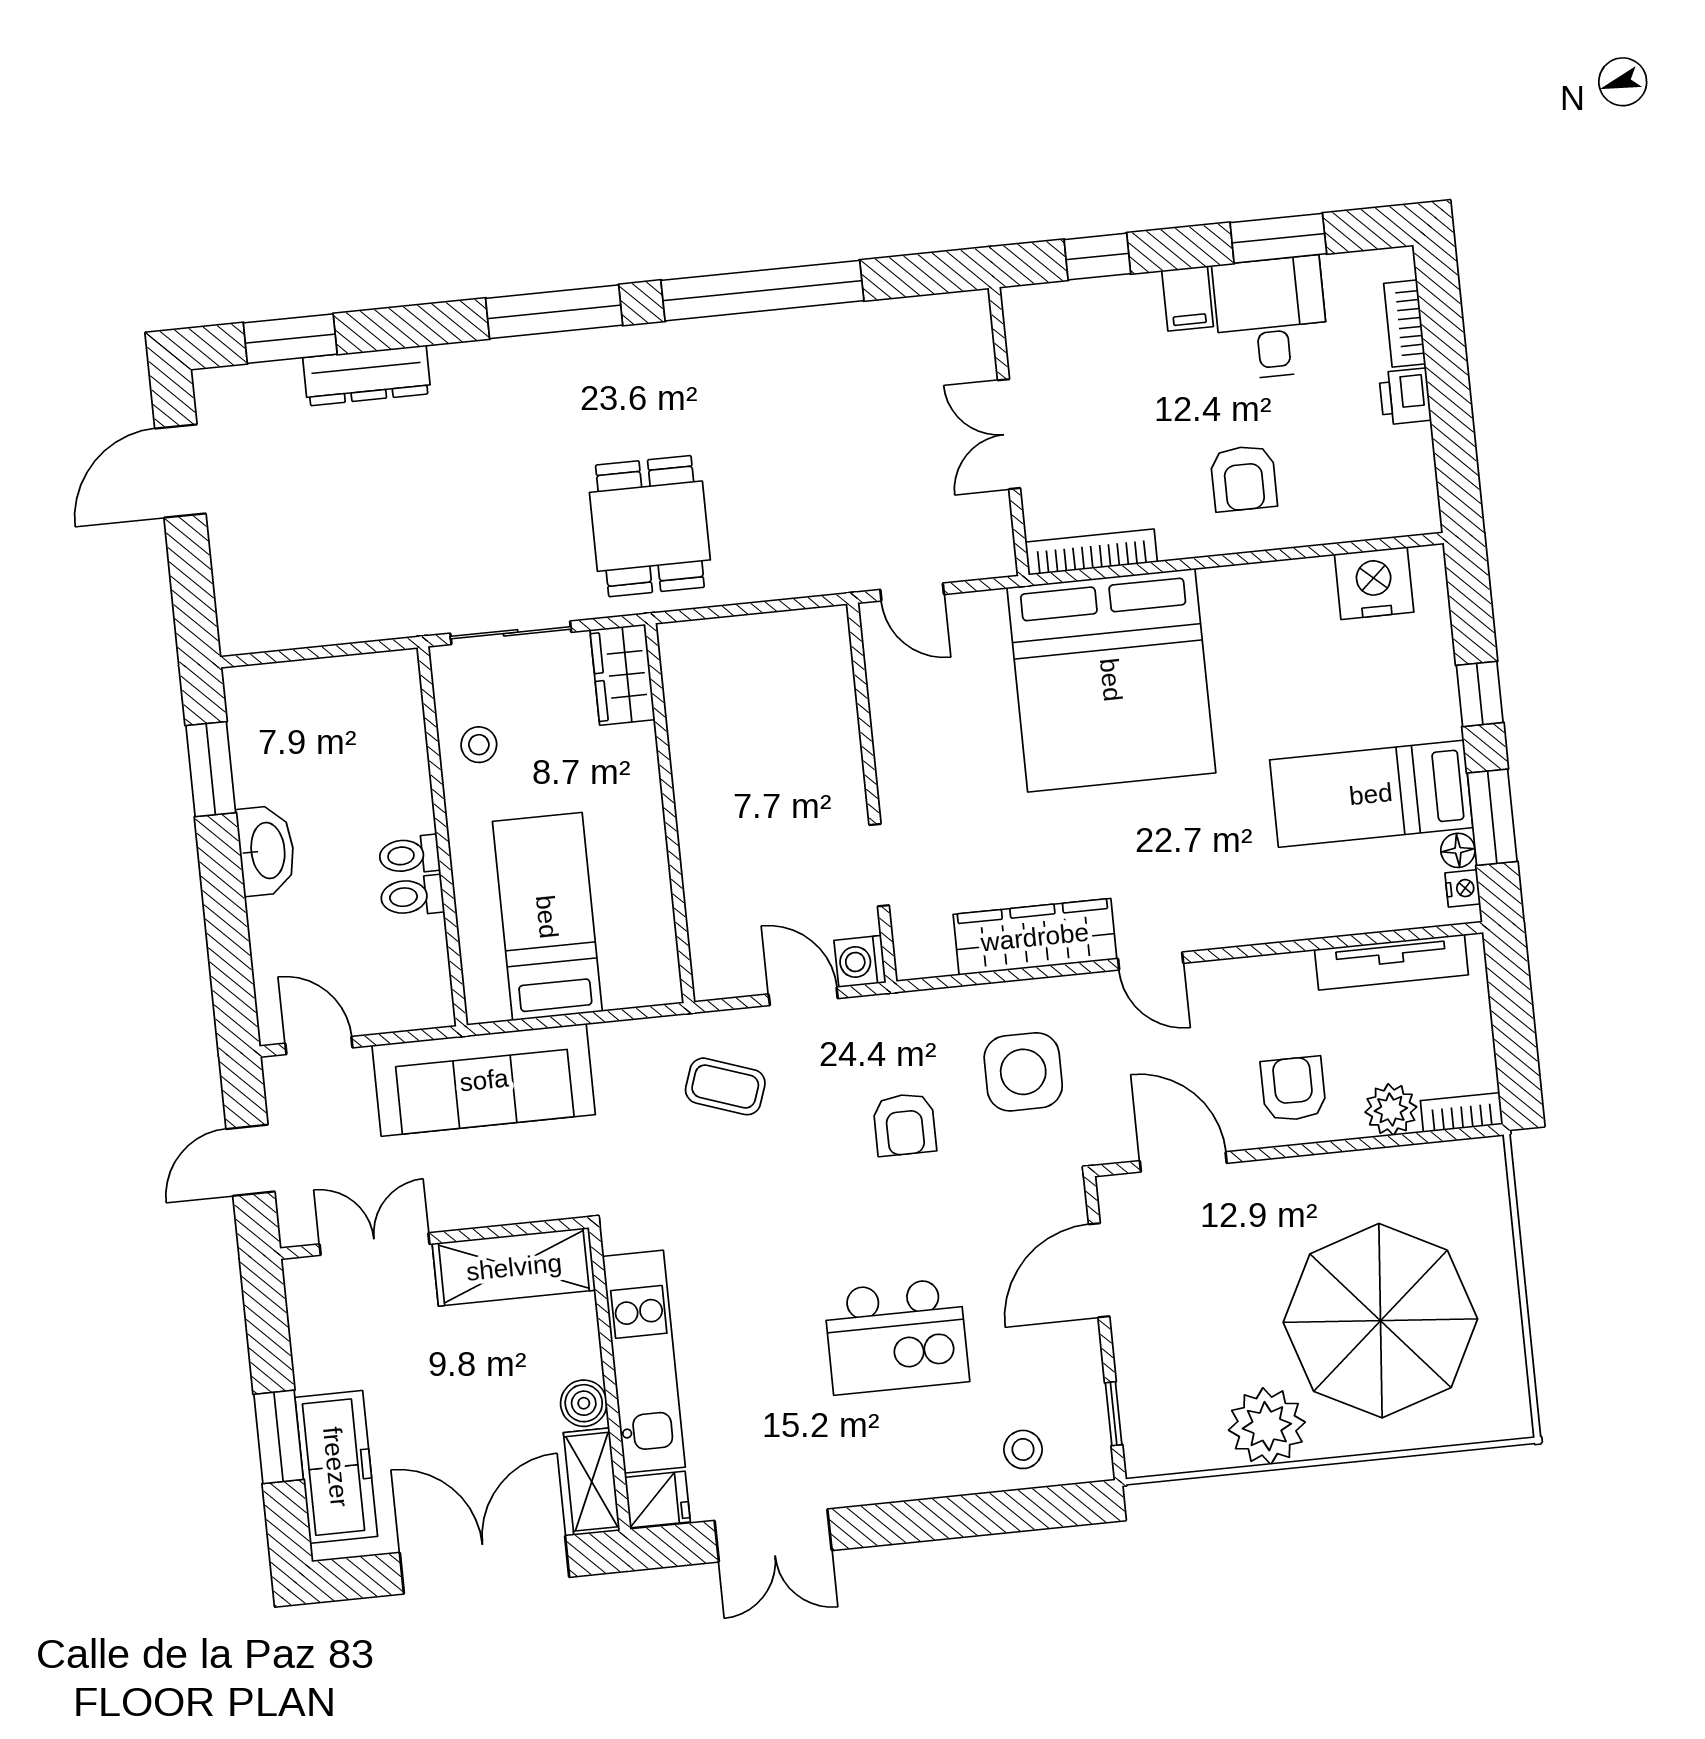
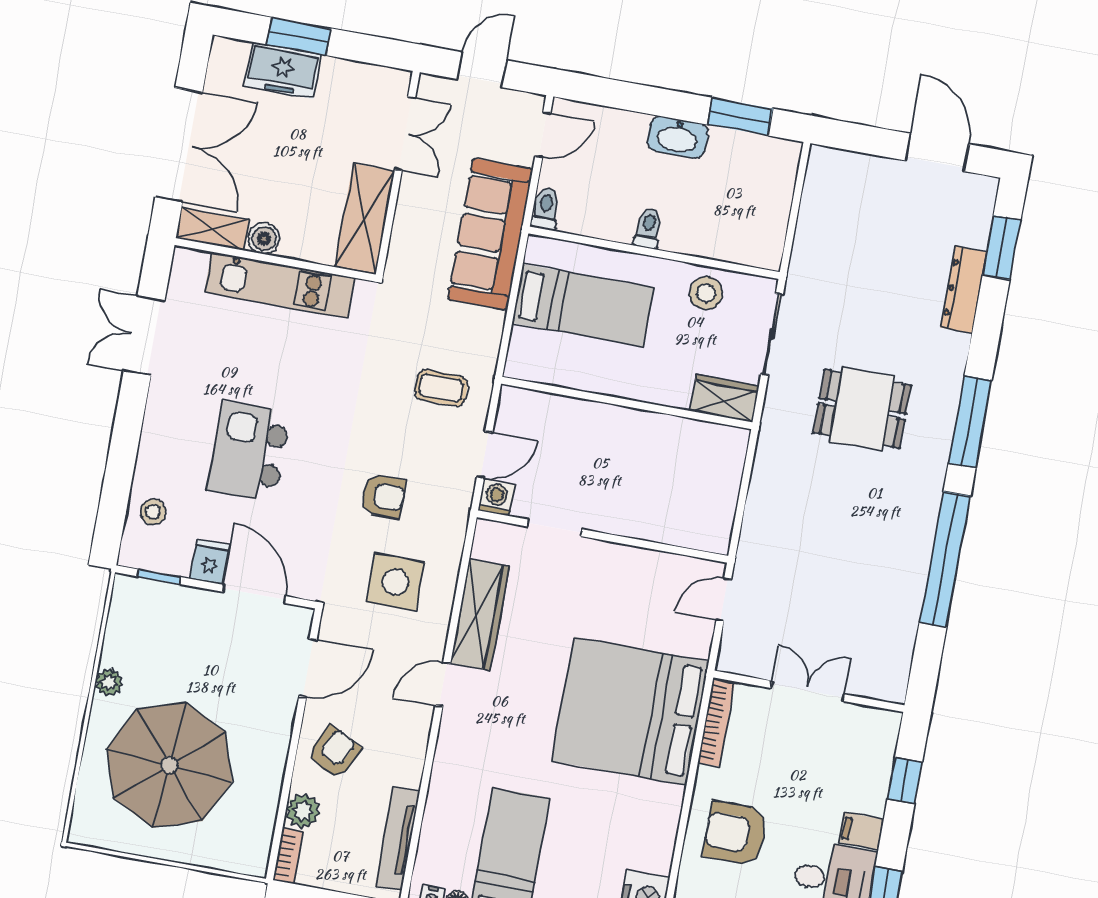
armchair: (1244, 478) -> (735, 833), width x1.38, depth x1.38
dining table: (650, 526) -> (862, 409), moved
stool: (479, 745) -> (706, 293), width x1.37, depth x1.37
toilet: (412, 896) -> (546, 209), moved
coffee table: (725, 1086) -> (441, 388), turned 71
armchair: (1293, 1089) -> (334, 752), turned -63
armchair: (905, 1125) -> (383, 496), turned 180
door: (250, 1160) -> (482, 70), hinge flipped
plant: (1267, 1426) -> (109, 682), width x0.53, depth x0.53
freezer: (336, 1467) -> (283, 70), width x0.71
fridge: (658, 1500) -> (210, 562), moved, turned 180

